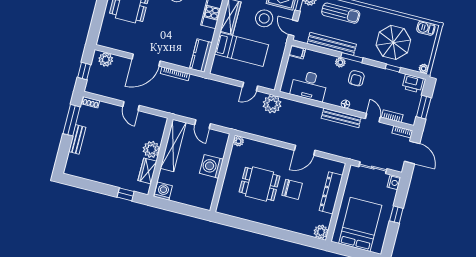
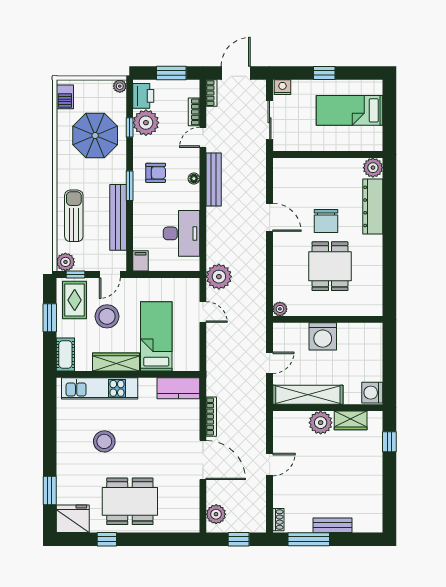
plant: (340, 62) -> (146, 123), moved, width x1.87, depth x1.87
chair: (292, 189) -> (326, 221), turned 180
dresser: (331, 193) -> (373, 206), moved, turned 90
bed: (360, 224) -> (350, 110), width x0.67

